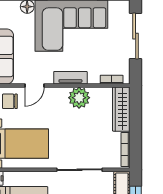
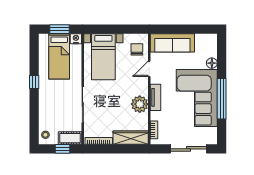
door: (34, 86) -> (149, 69), hinge flipped

